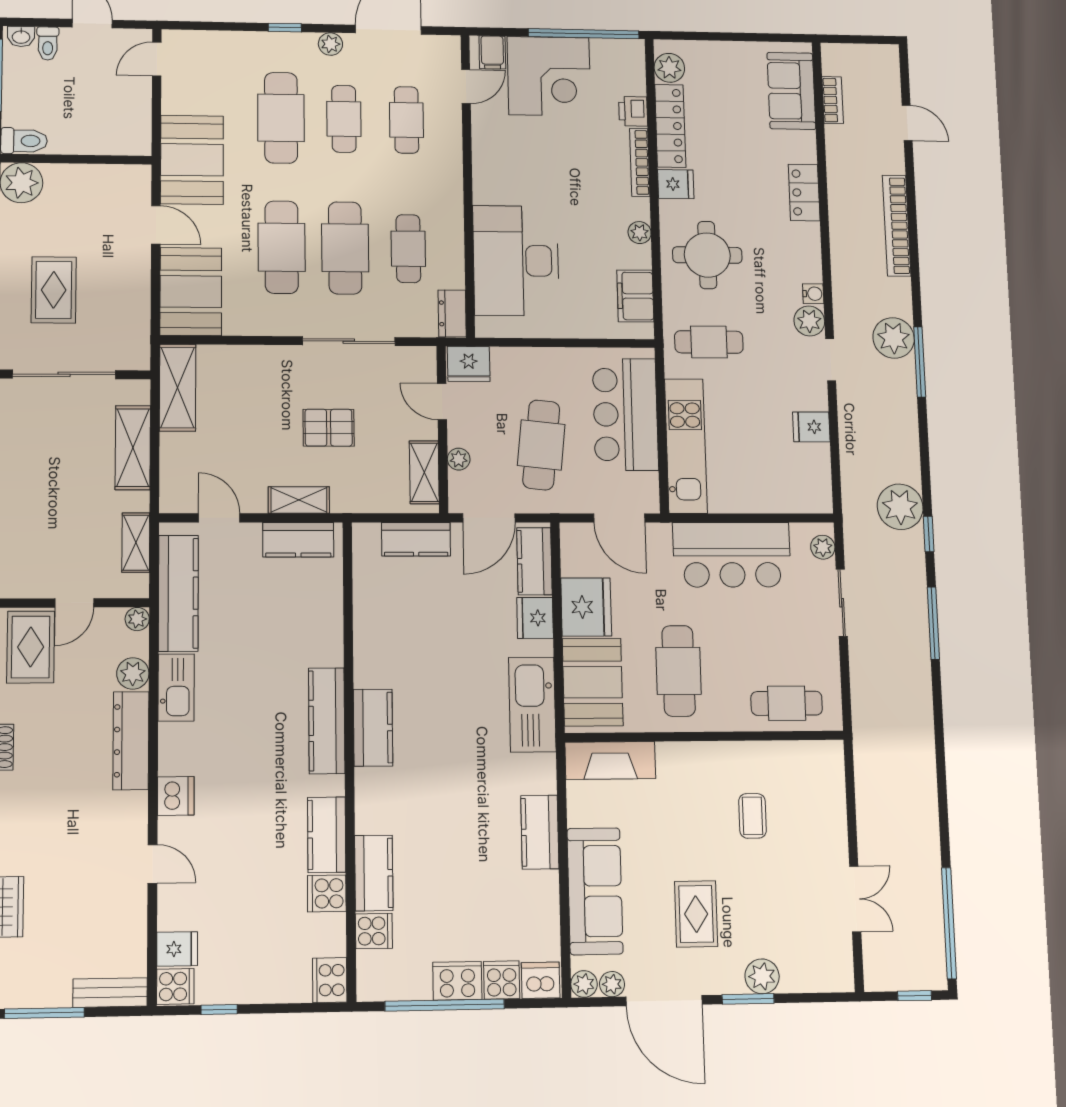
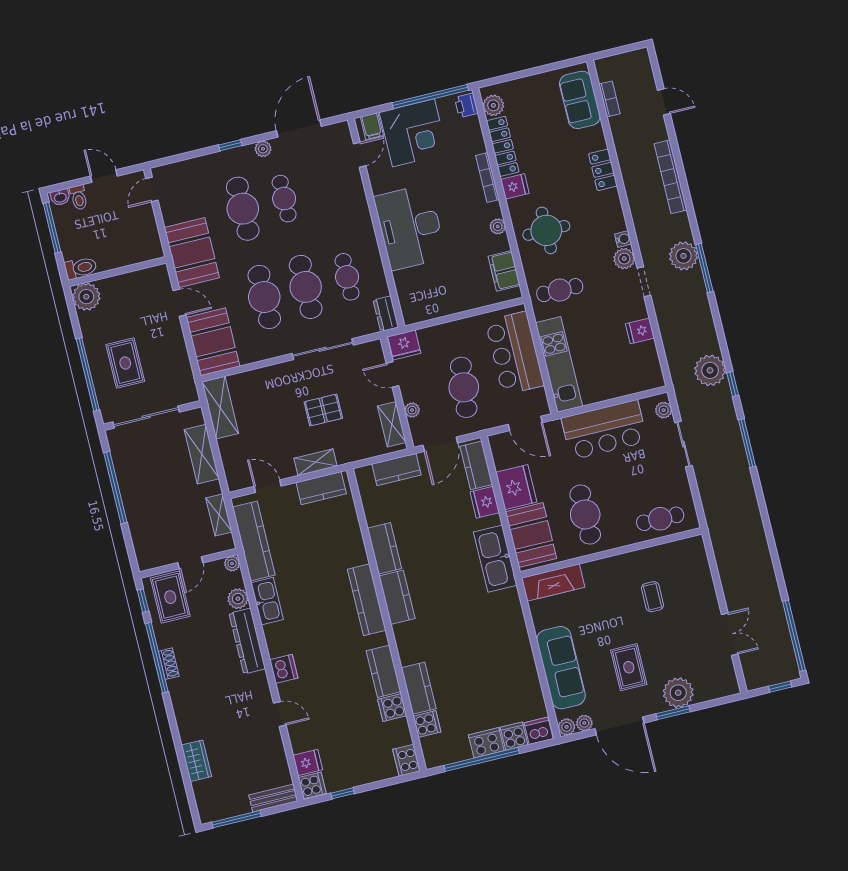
printer: (633, 111) -> (466, 105), moved
cafe table: (406, 120) -> (326, 188), removed
desk: (516, 261) -> (410, 227), moved
kitchen counter: (540, 832) -> (384, 548), moved, turned 180
plant: (762, 976) -> (678, 693), width x1.36, depth x1.36

